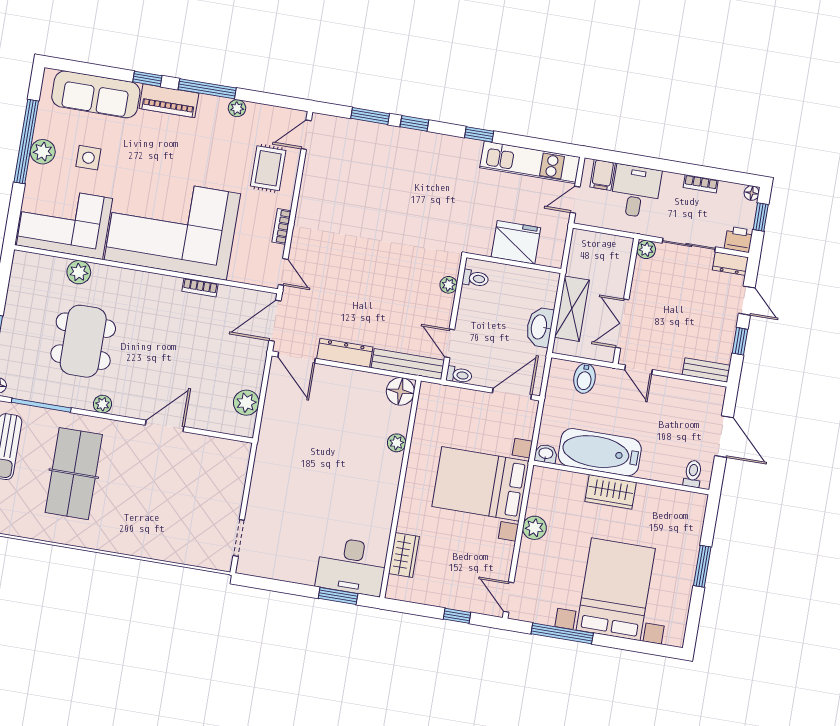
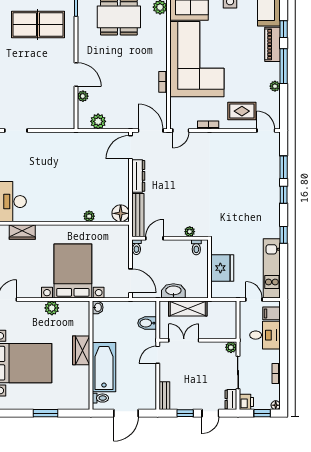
plant: (102, 404) -> (83, 96), moved
bathtub: (600, 452) -> (104, 367), moved

